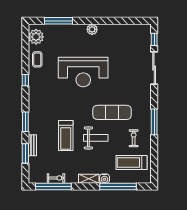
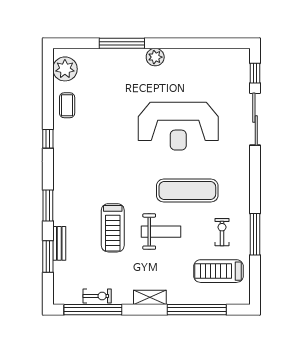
window: (58, 21) -> (122, 43), moved
reception desk: (83, 72) -> (178, 126), moved
window: (154, 122) -> (255, 234), moved
water cooler: (105, 179) -> (175, 297), removed

